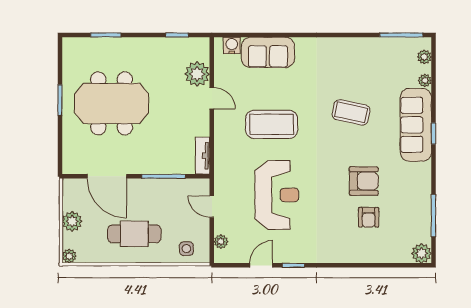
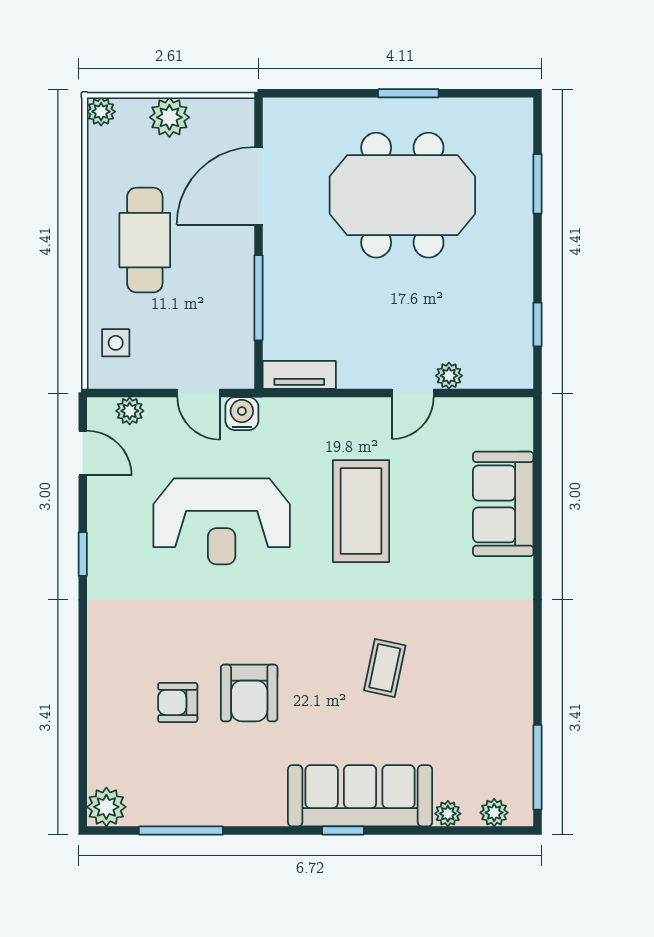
water cooler: (232, 45) -> (242, 414), moved, turned -90
plant: (197, 74) -> (449, 376), width x0.53, depth x0.53
meeting table: (112, 103) -> (402, 195), turned 90
coffee table: (351, 112) -> (385, 668), width x0.73, depth x0.77
door: (212, 207) -> (199, 393), swing flipped
door: (261, 265) -> (83, 453), moved

